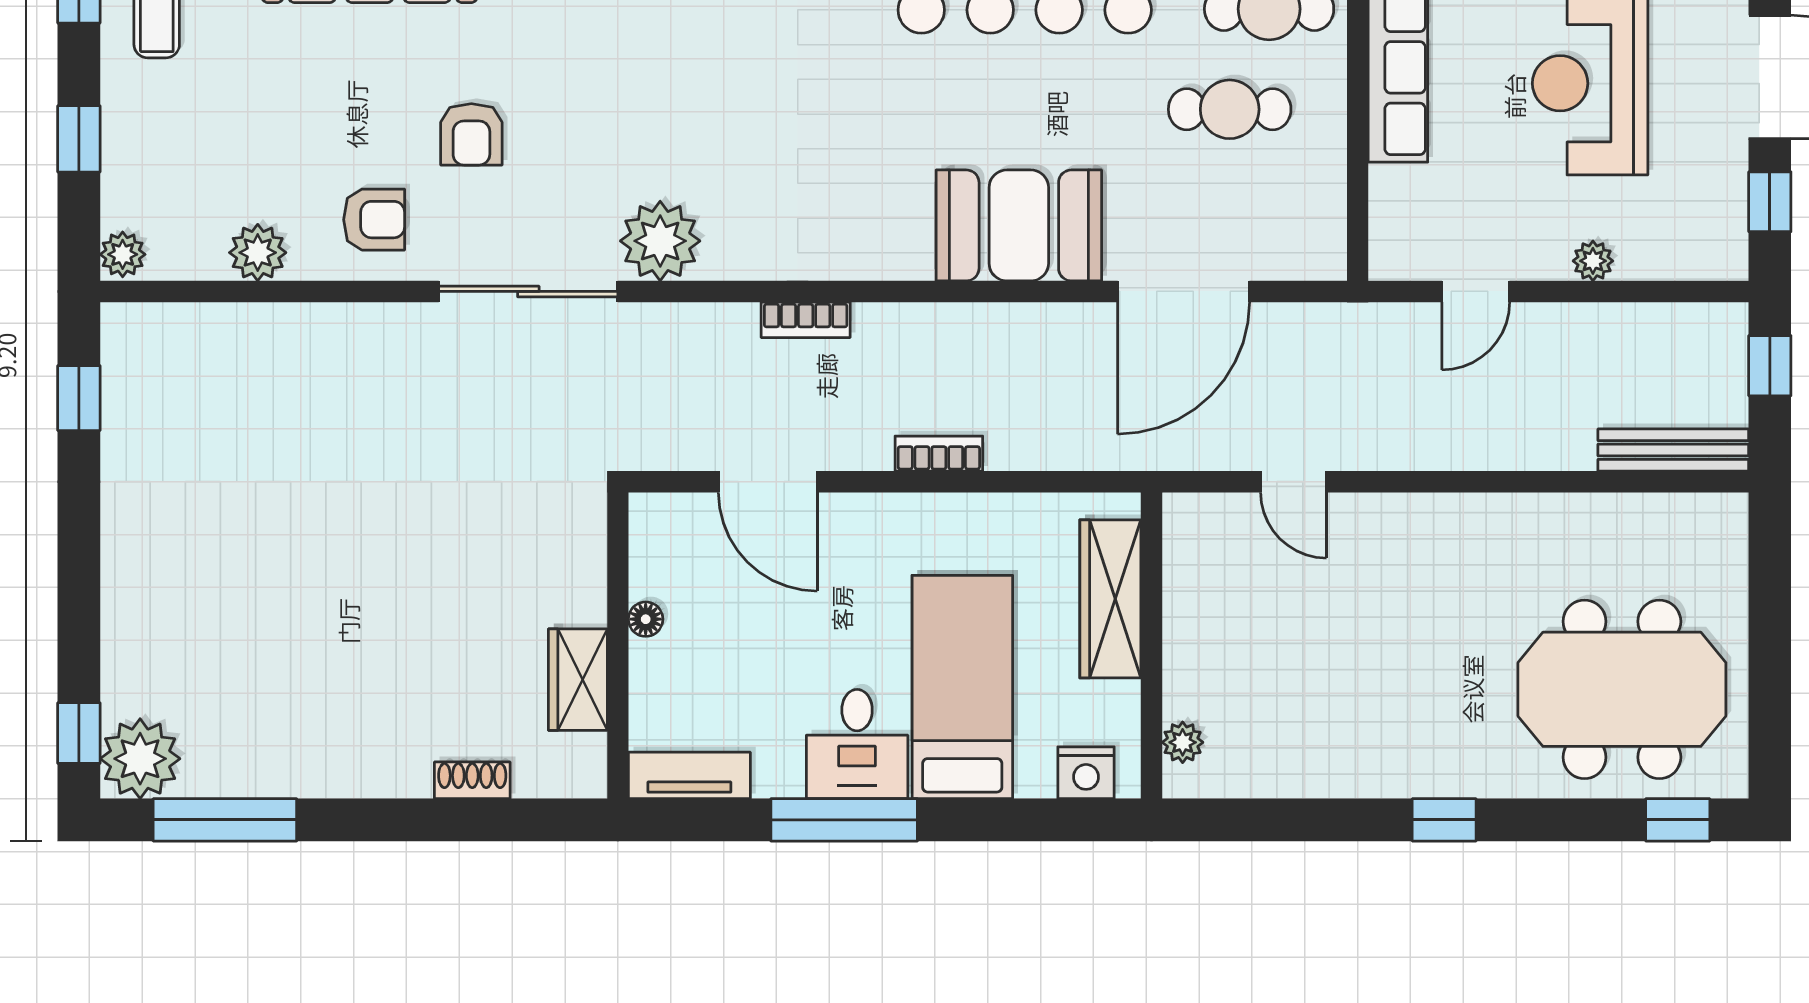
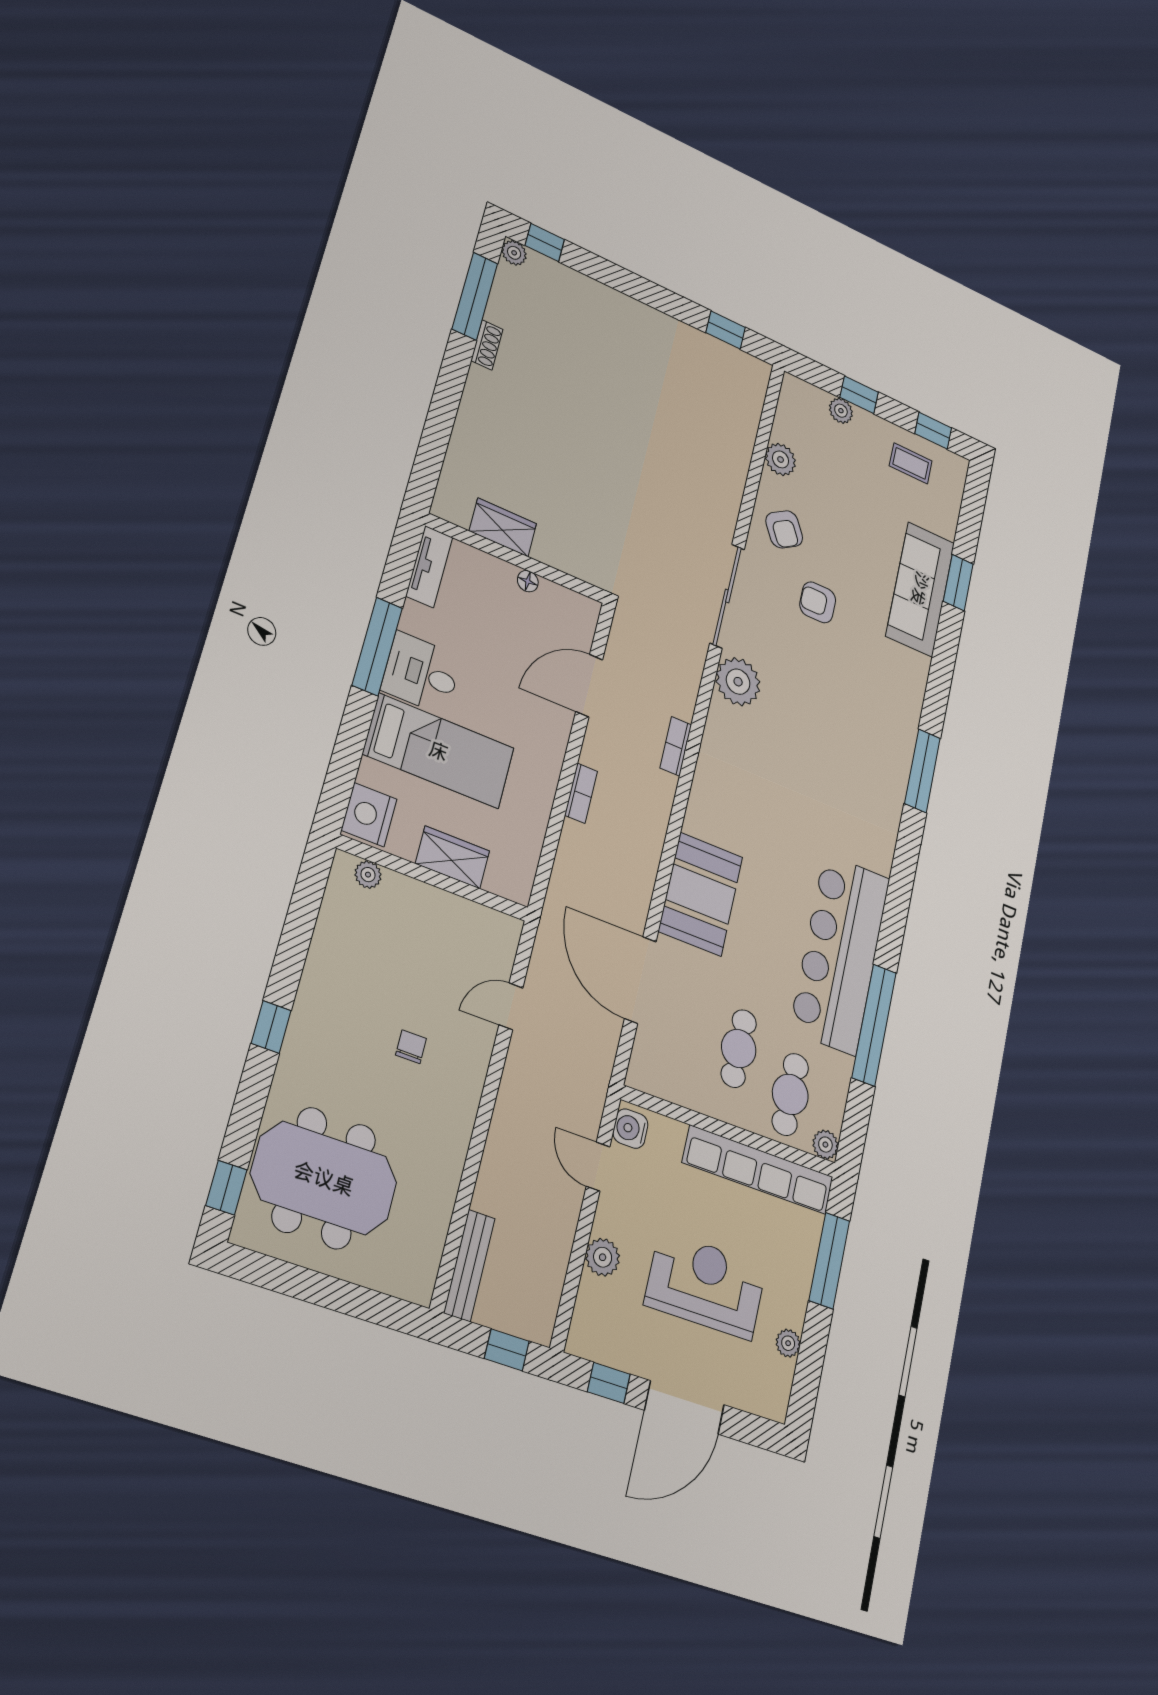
armchair: (374, 220) -> (784, 529), turned -31
plant: (123, 254) -> (841, 411), moved
water cooler: (1405, 255) -> (630, 1129), added
plant: (1593, 261) -> (603, 1257), width x1.38, depth x1.38
wardrobe: (1110, 599) -> (452, 857), width x0.67
chair: (1402, 614) -> (411, 1047), added
meeting table: (1622, 689) -> (324, 1178), turned 90
plant: (140, 759) -> (514, 253), width x0.53, depth x0.53
nightstand: (1086, 773) -> (369, 815), width x1.36, depth x1.33
shoe rack: (472, 780) -> (487, 345), moved

